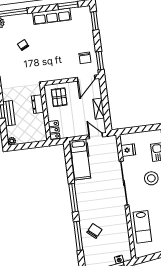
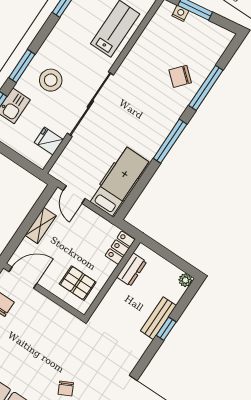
pallet: (59, 97) -> (78, 283), turned 90
dresser: (38, 104) -> (132, 269), moved

